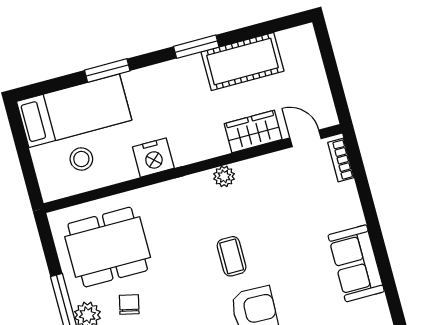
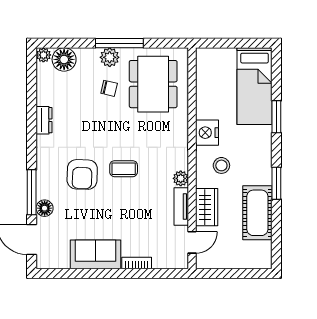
stool: (81, 159) -> (221, 165), moved
bookcase: (341, 160) -> (137, 263), moved
tv unit: (261, 166) -> (181, 206), added

